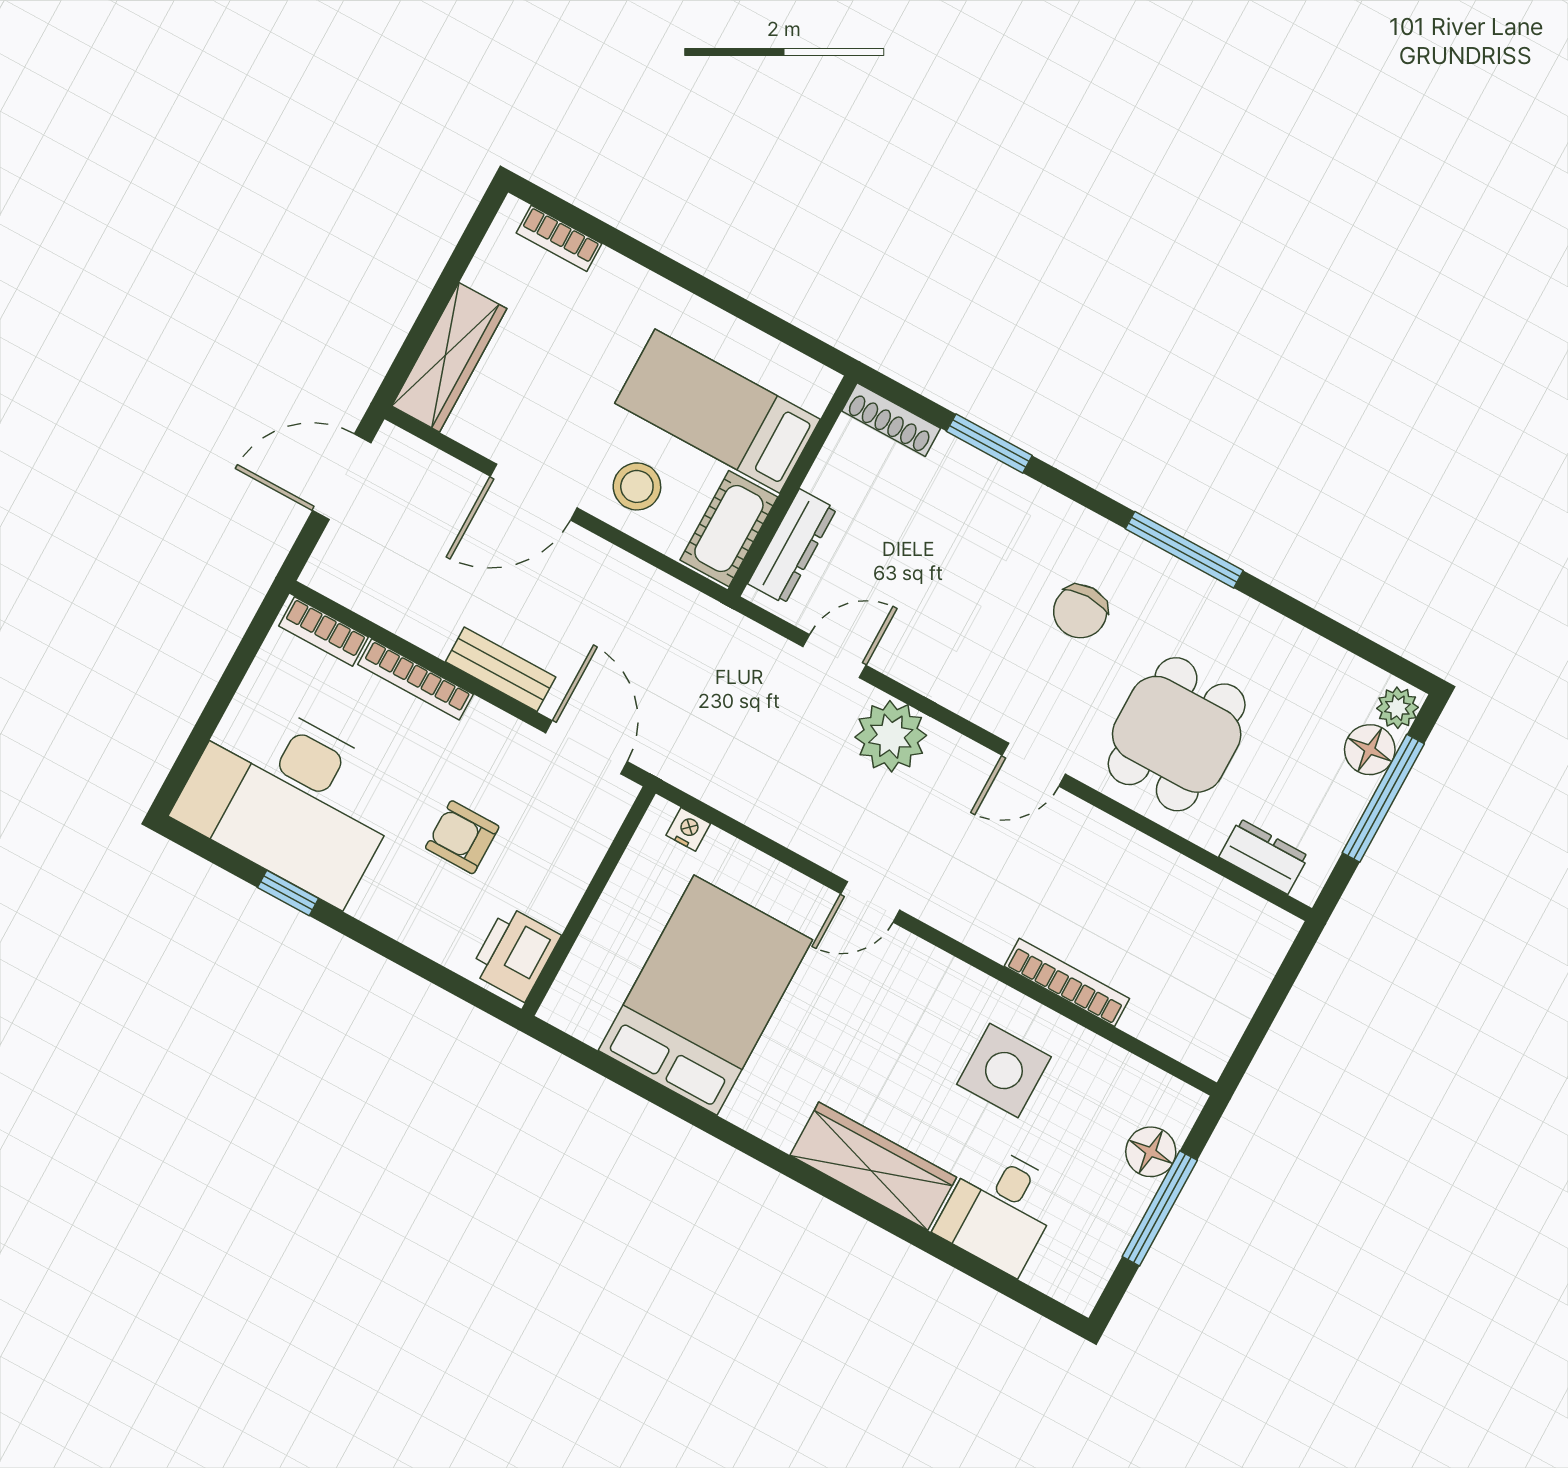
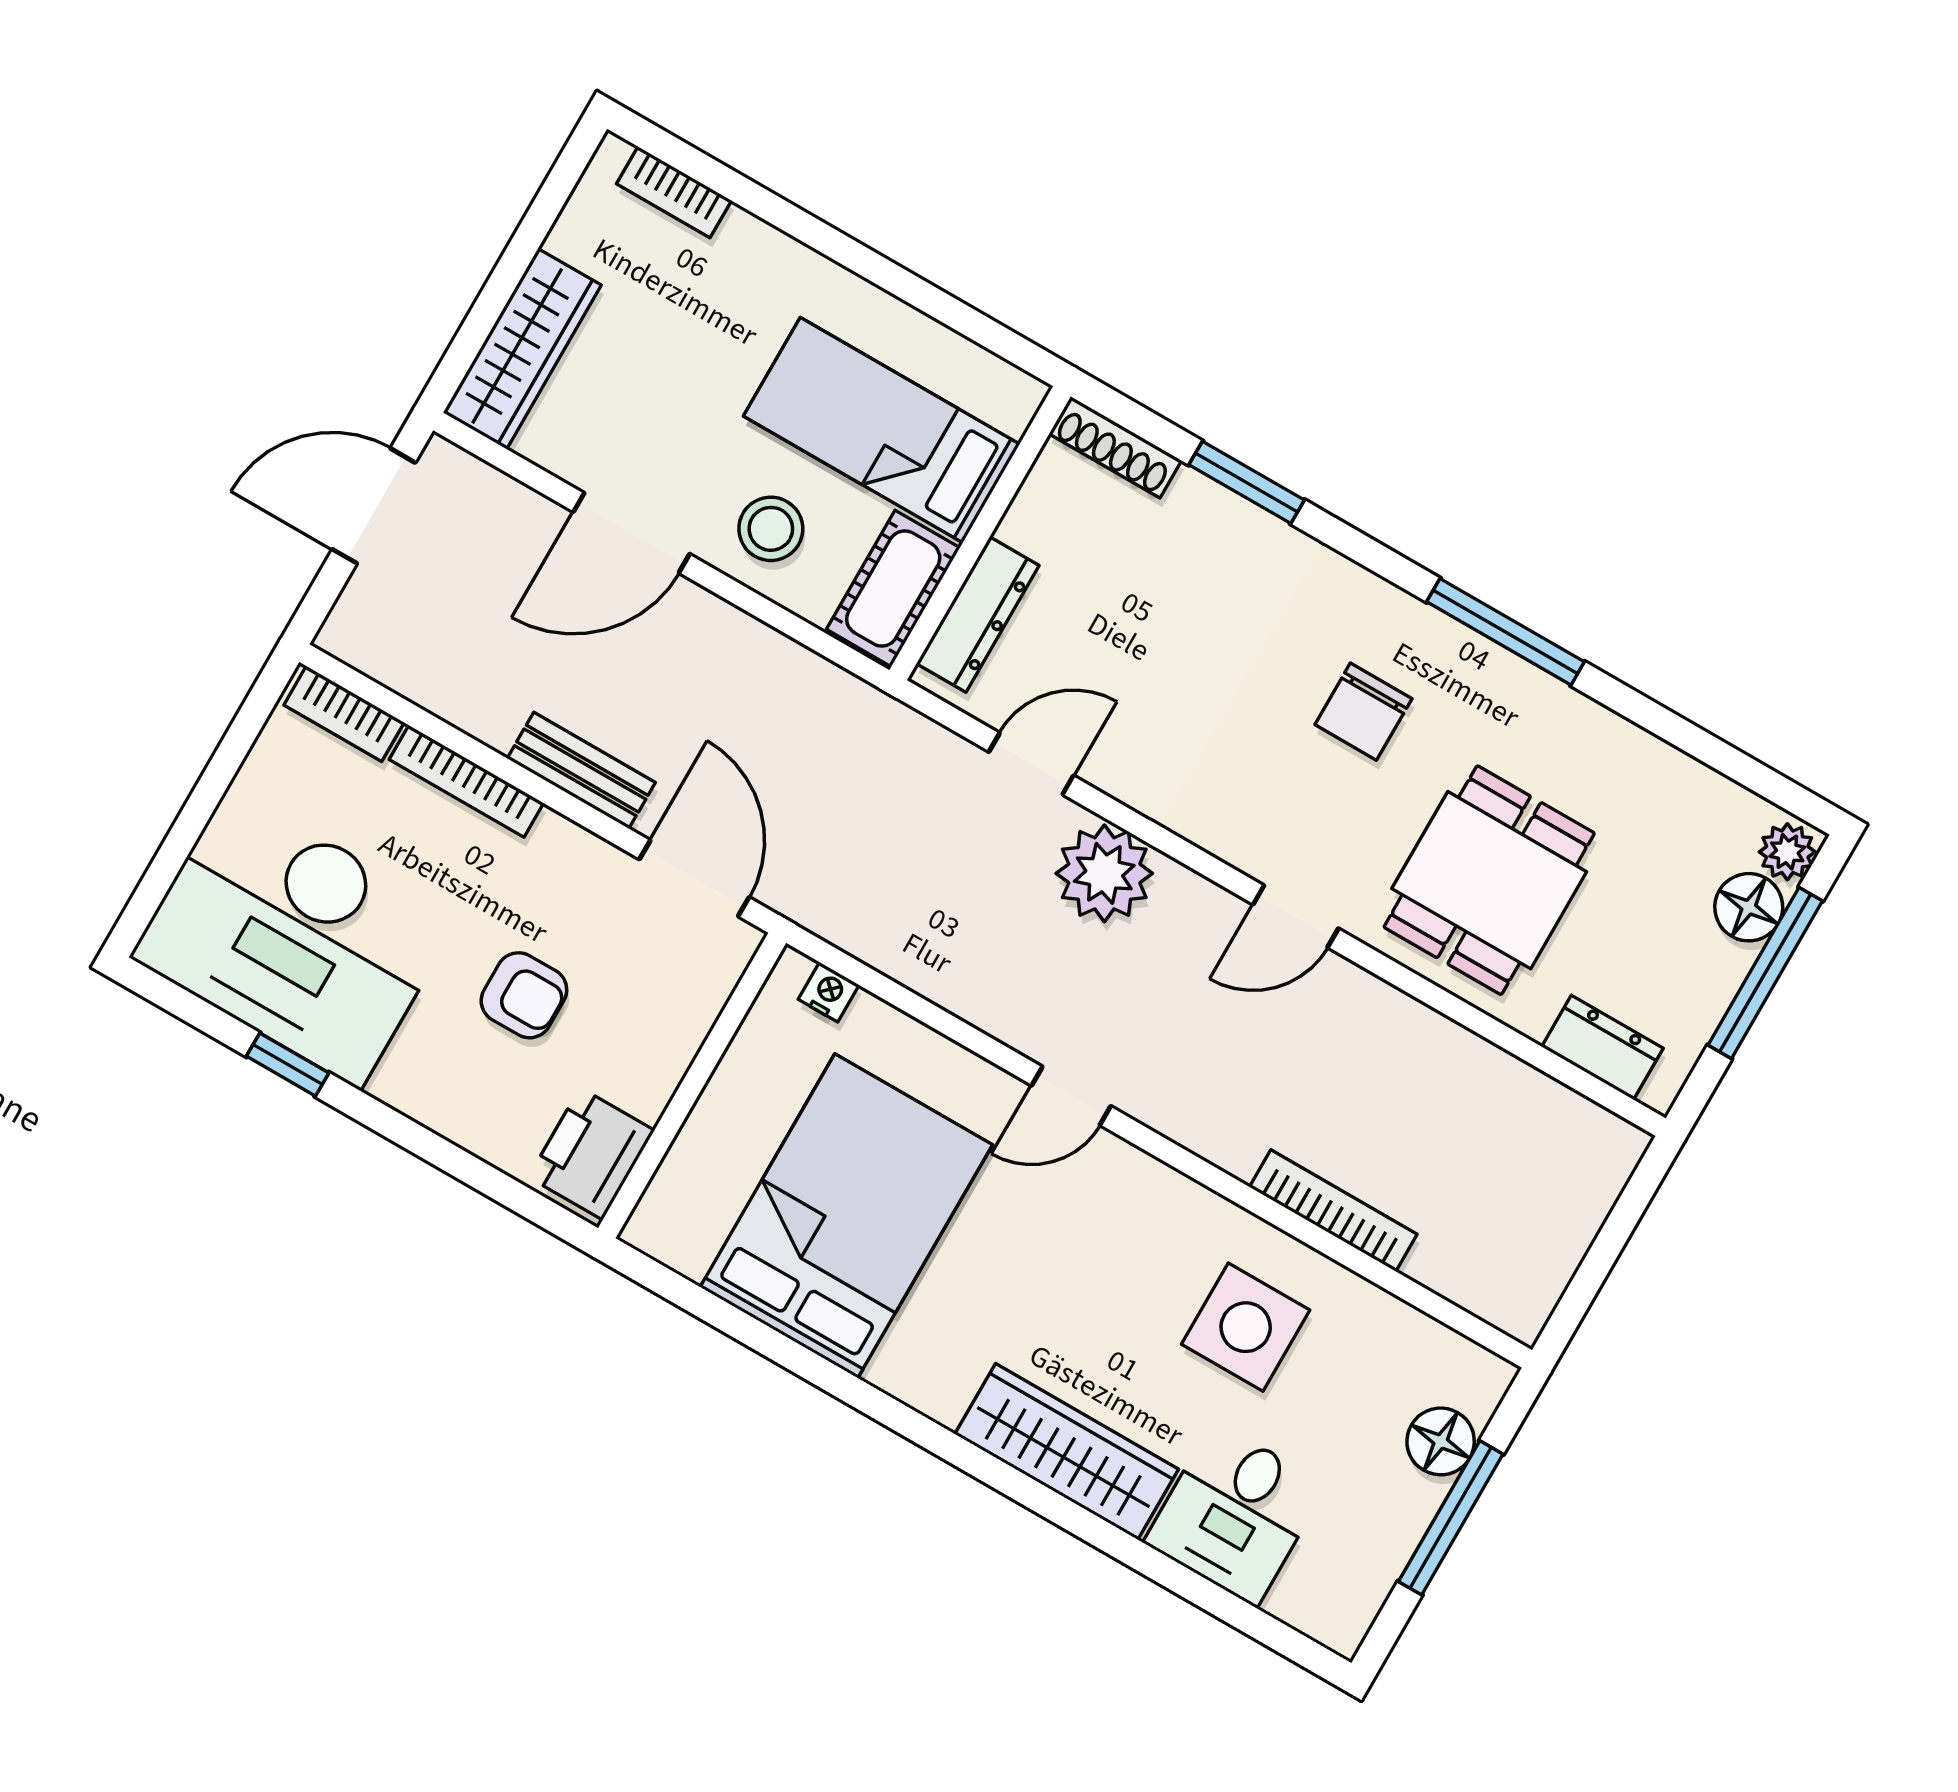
armchair: (462, 837) -> (524, 995), turned 180

